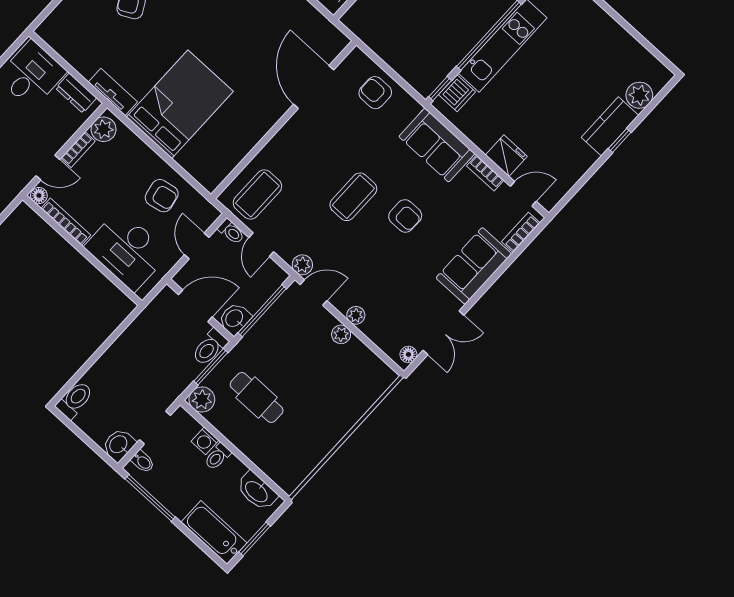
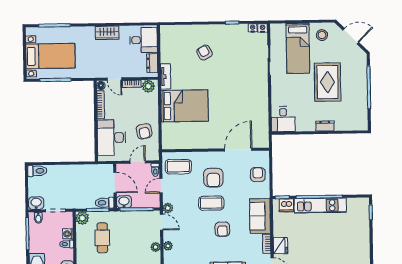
armchair: (320, 160) -> (213, 178), added

